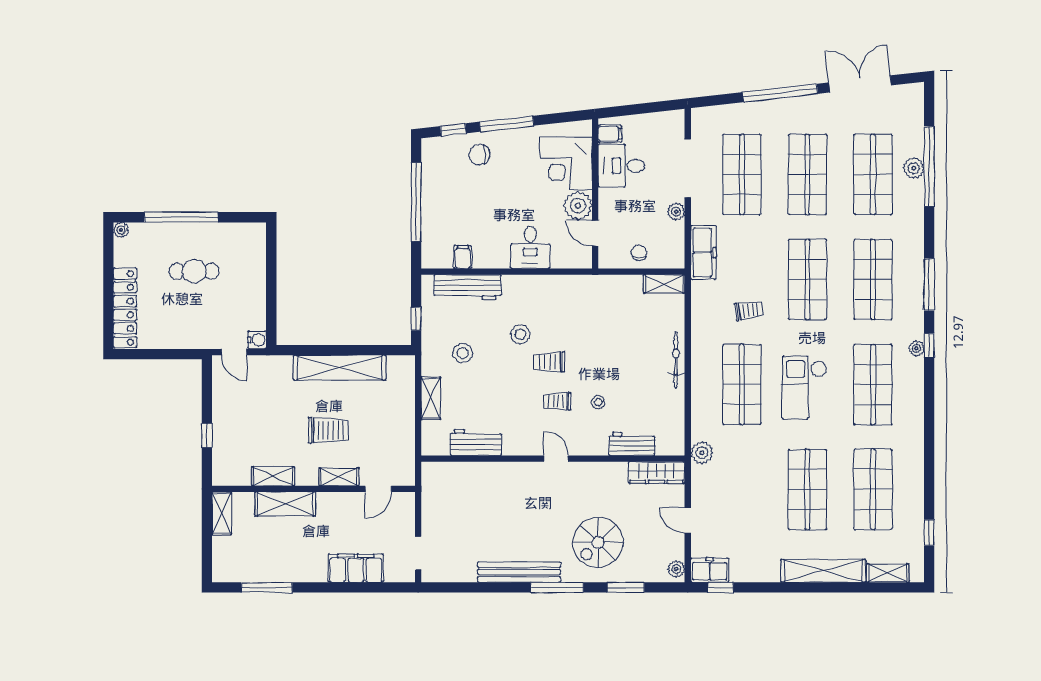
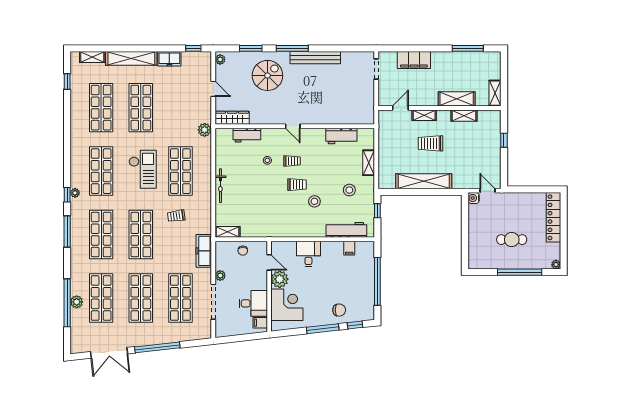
freezer: (710, 570) -> (169, 59), moved

